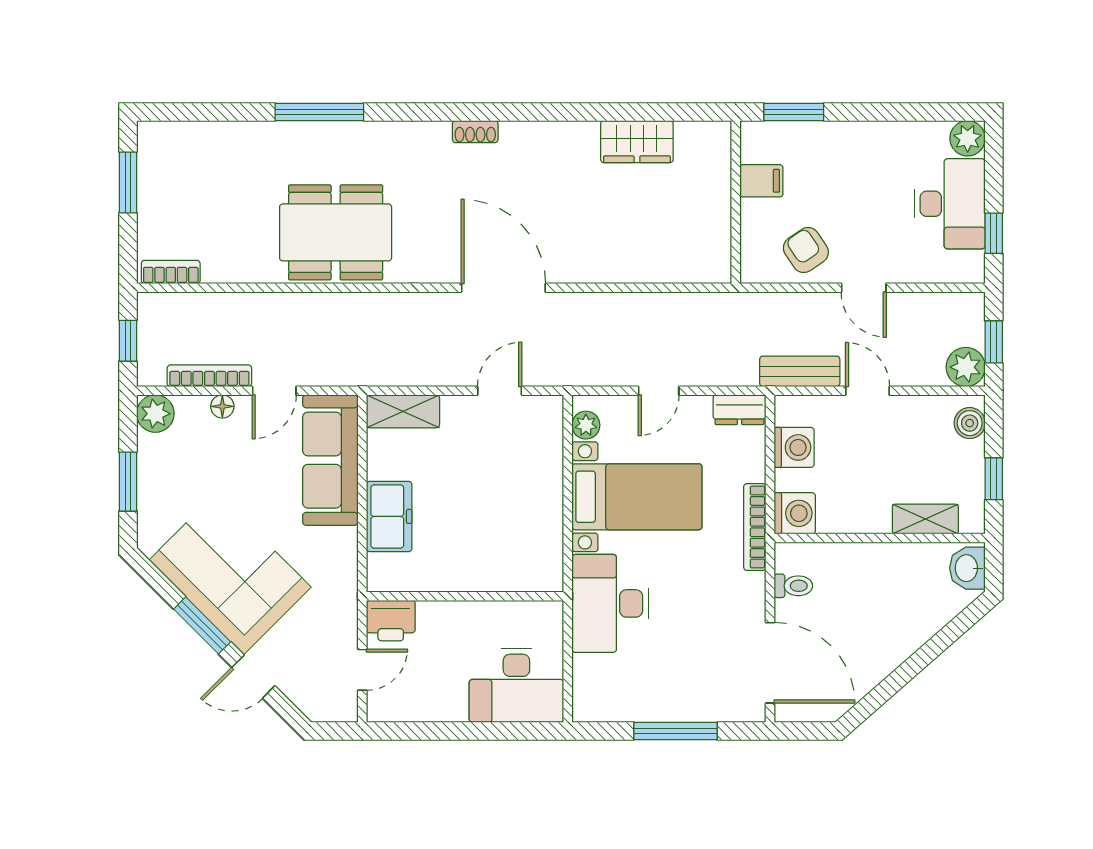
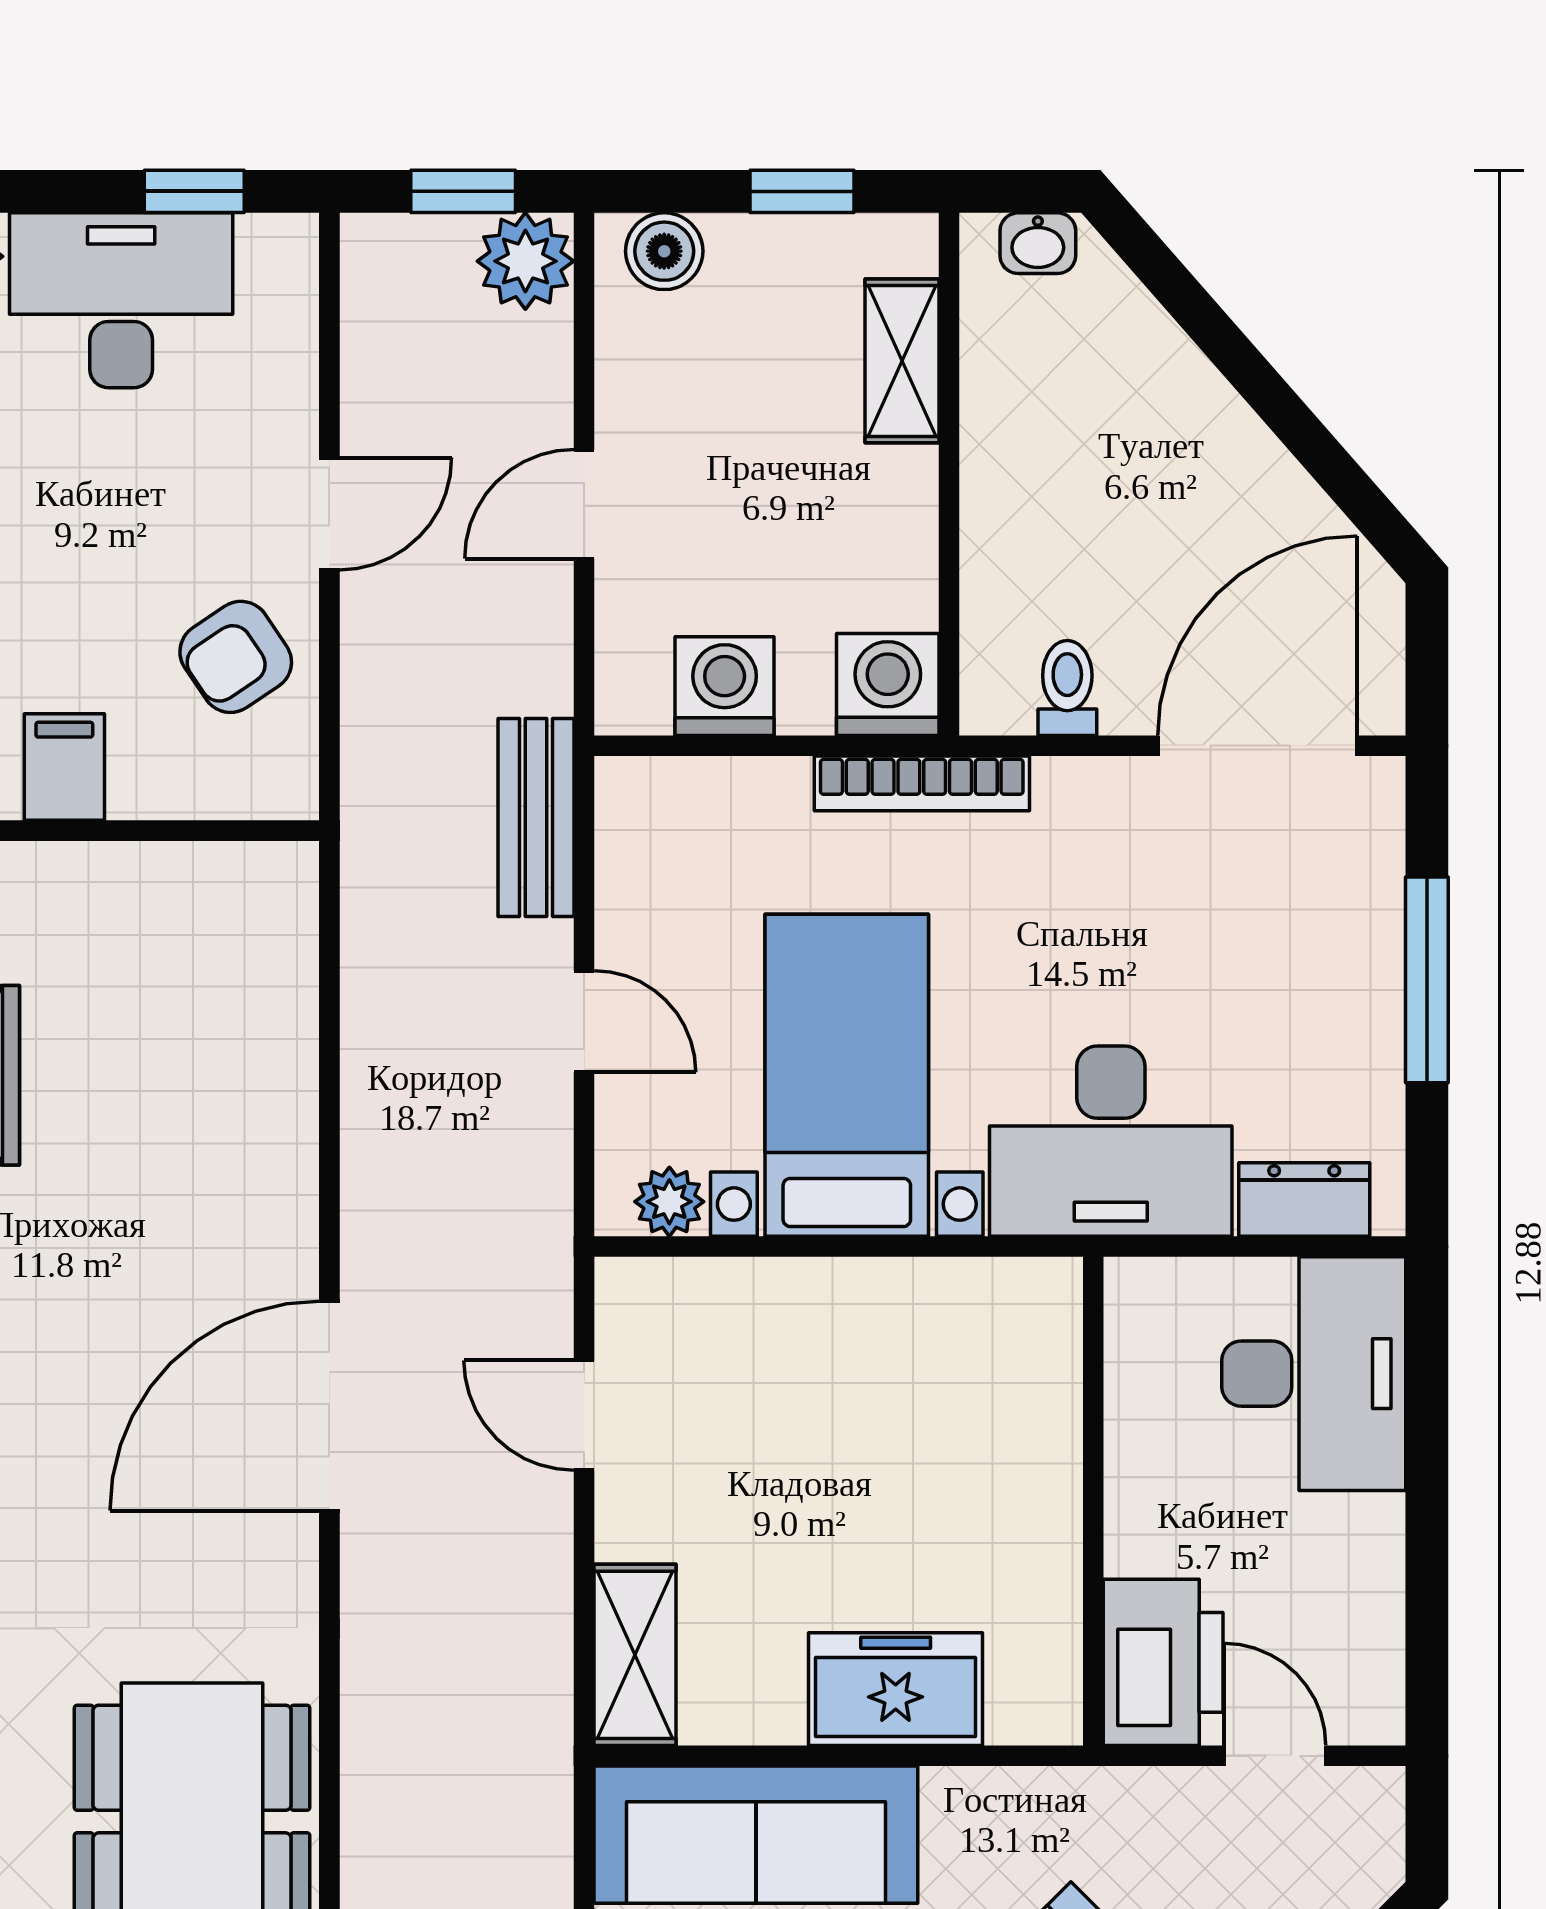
bench: (800, 371) -> (536, 817), moved
dresser: (739, 410) -> (1304, 1199), moved, turned -90
washbasin: (967, 568) -> (1038, 243), width x0.72, depth x0.69
printer: (391, 621) -> (1163, 1662), width x1.37, depth x1.19

